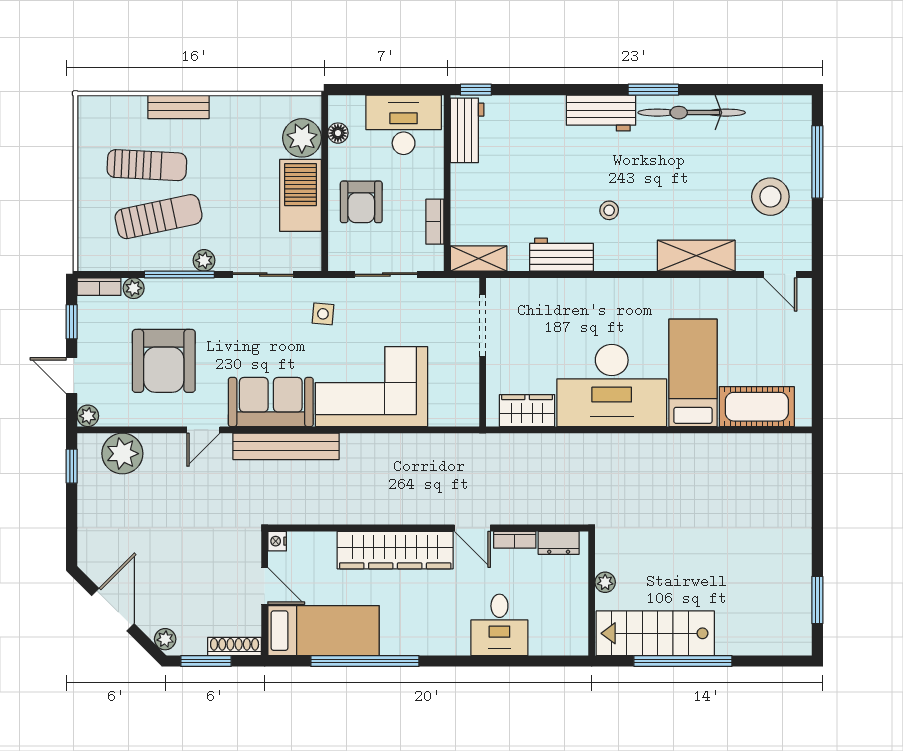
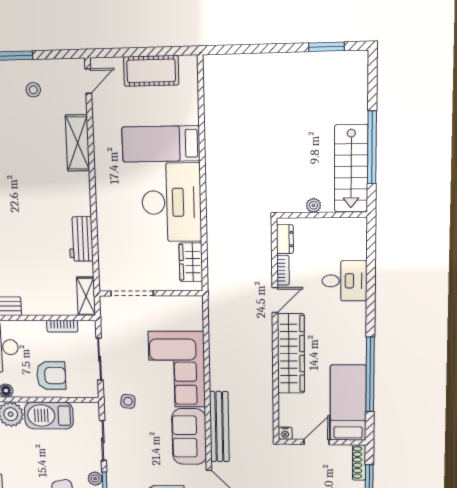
stool: (770, 197) -> (33, 90), width x0.53, depth x0.53
stool: (609, 210) -> (49, 206), removed
cot: (757, 407) -> (151, 71), moved, turned 90

